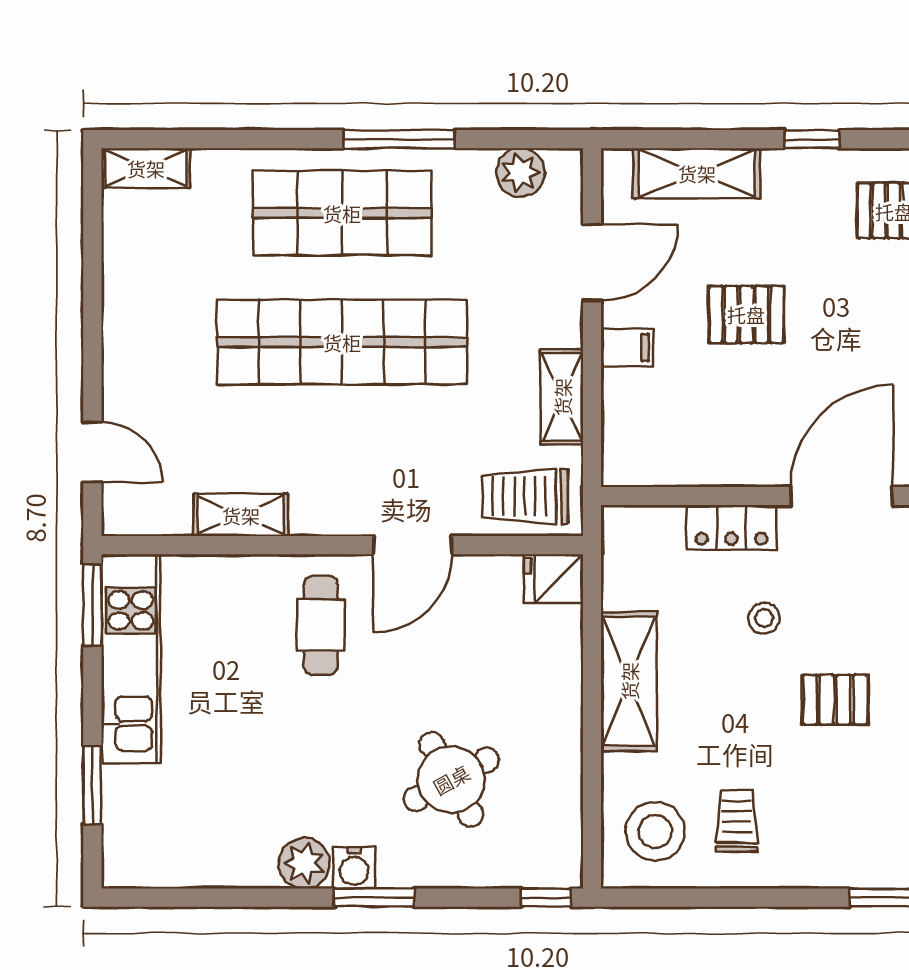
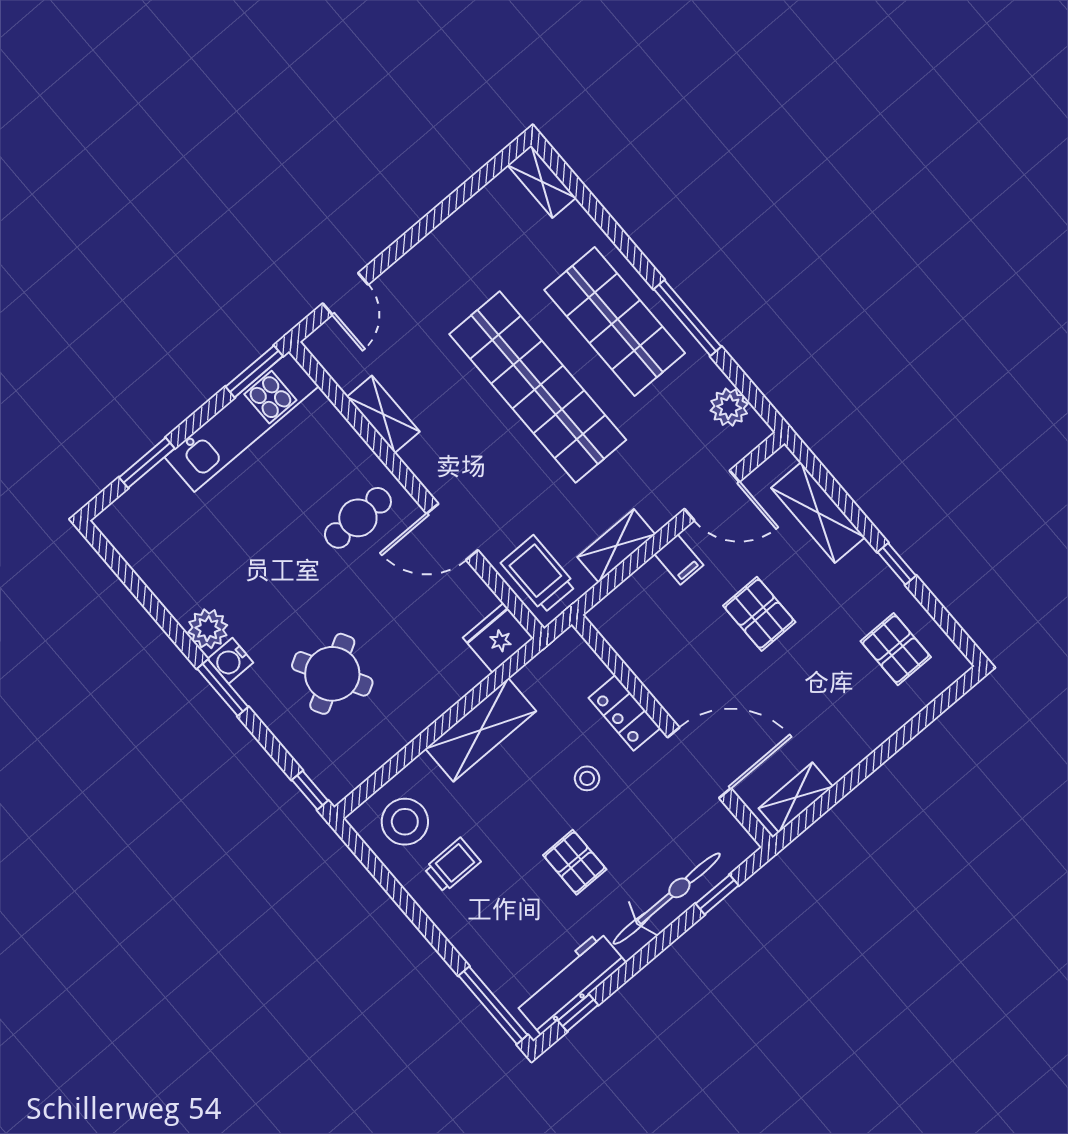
fridge: (554, 579) -> (498, 638), width x1.38

